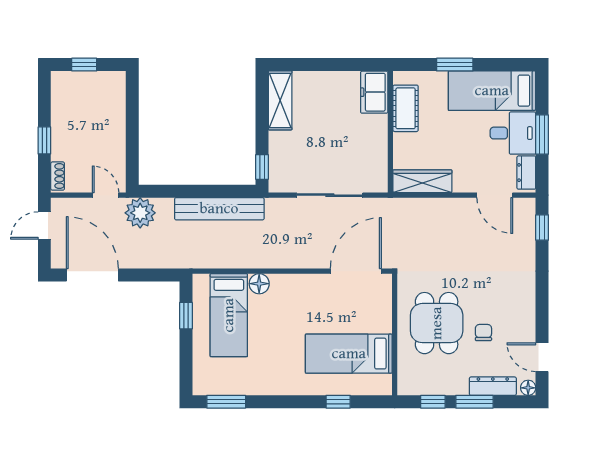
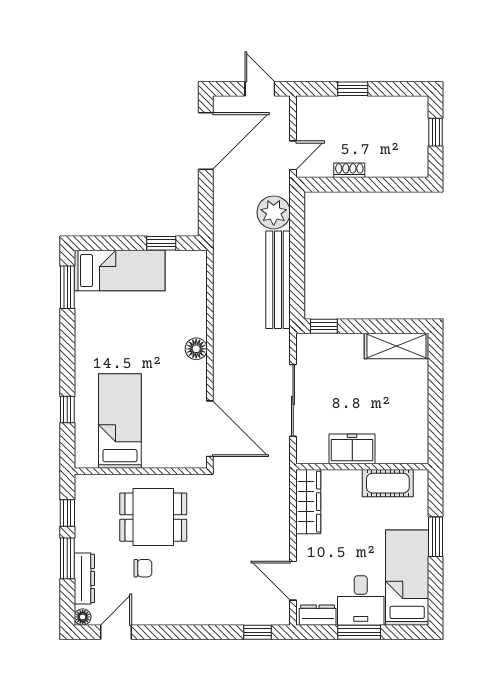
freezer: (374, 92) -> (352, 449), moved
shoe rack: (58, 176) -> (349, 170), moved, turned 180
door: (495, 195) -> (293, 581), hinge flipped
plant: (140, 213) -> (274, 212), moved
floor lamp: (259, 284) -> (196, 349), moved
bed: (229, 315) -> (120, 271), moved, turned 180

